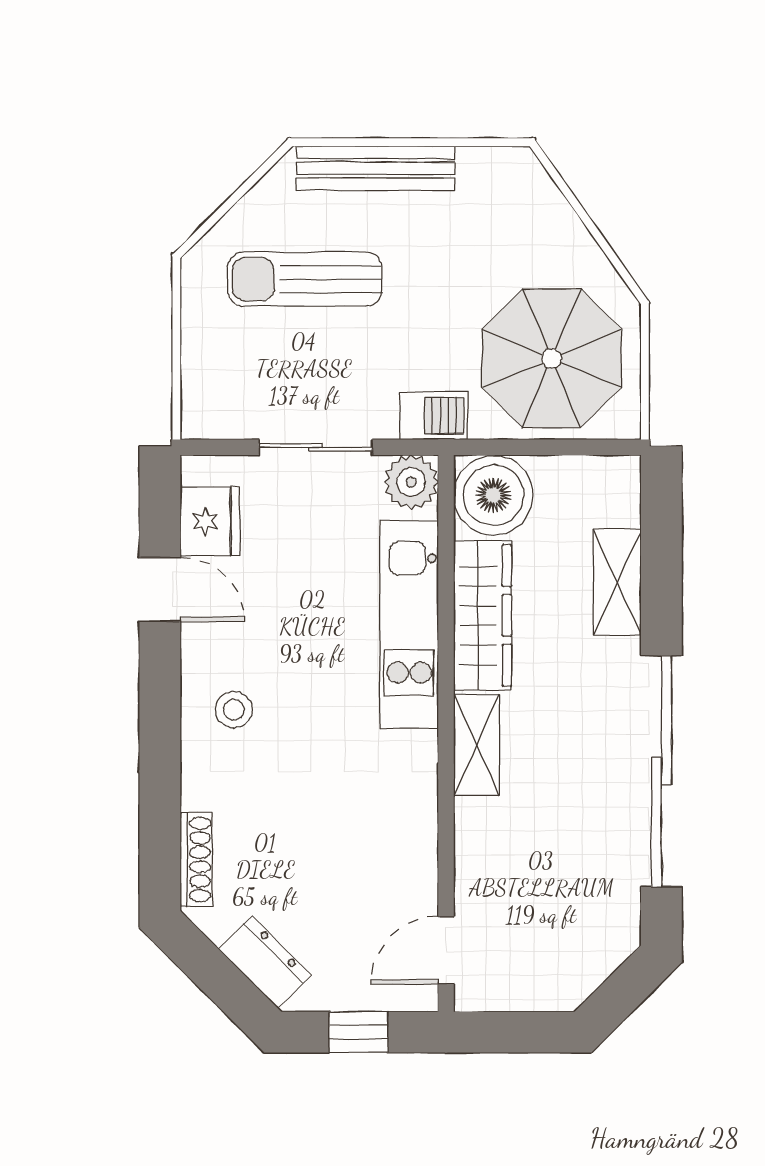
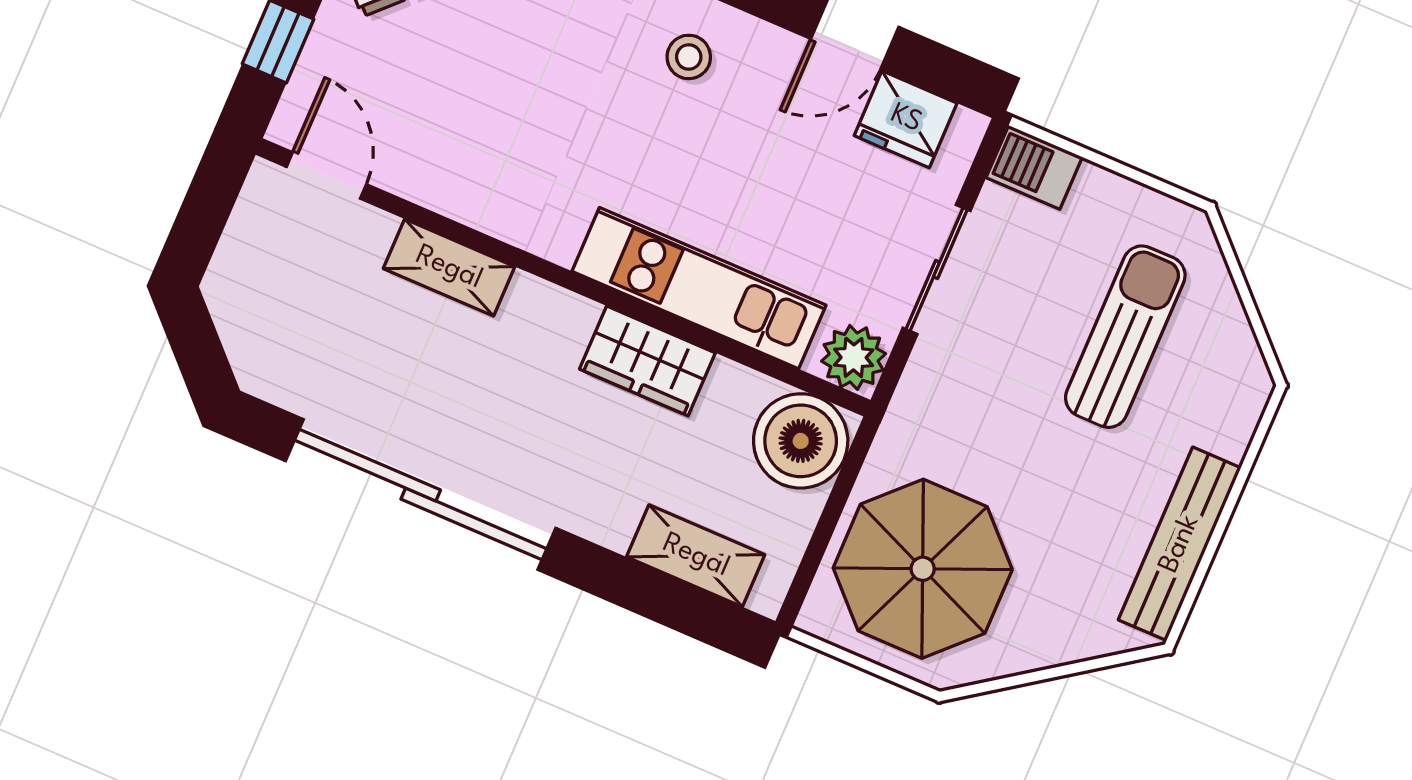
bench: (376, 168) -> (1180, 544), moved
barbecue: (434, 416) -> (1034, 167), moved, turned 90
shelving: (617, 582) -> (696, 556), moved
wardrobe: (483, 615) -> (647, 361), width x0.67
shelving: (476, 745) -> (449, 268), moved

